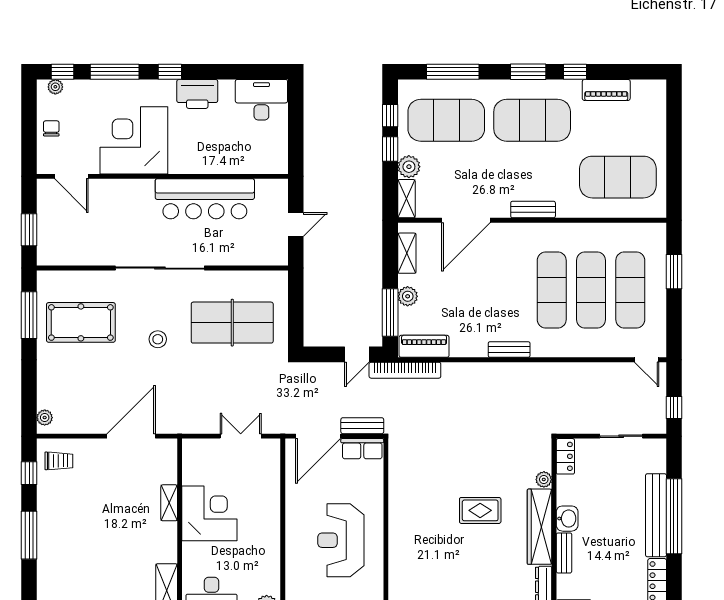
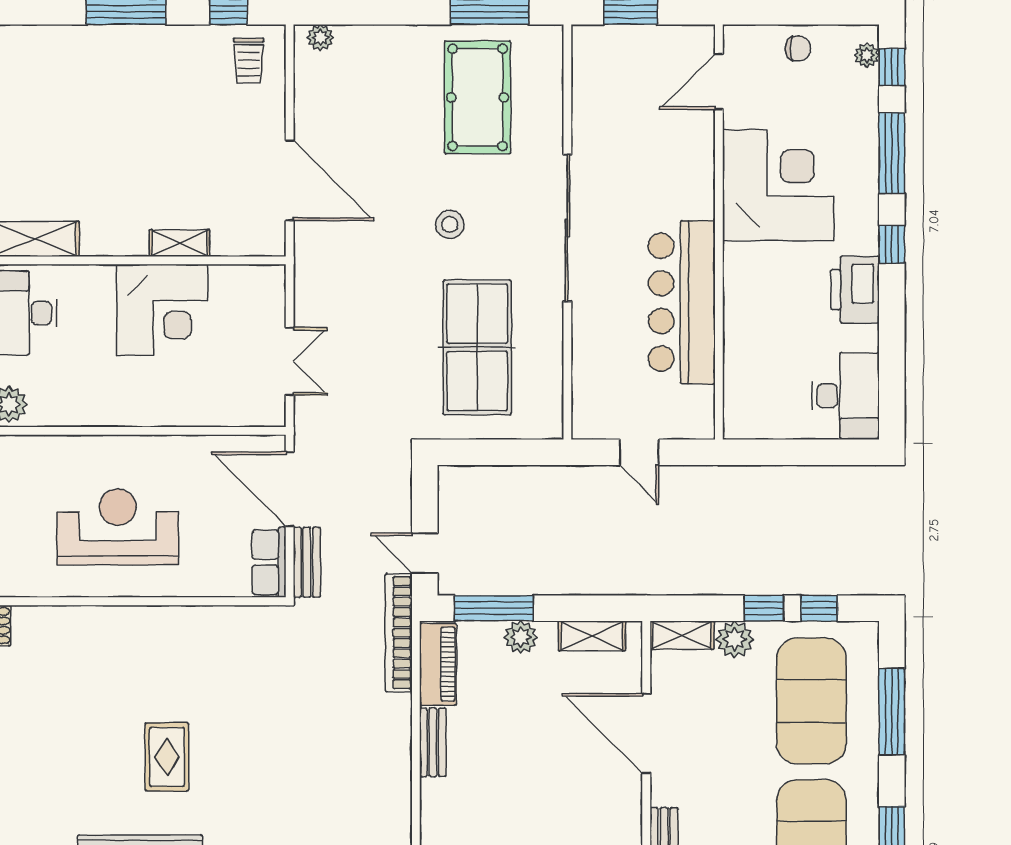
bench: (509, 349) -> (433, 742), moved

